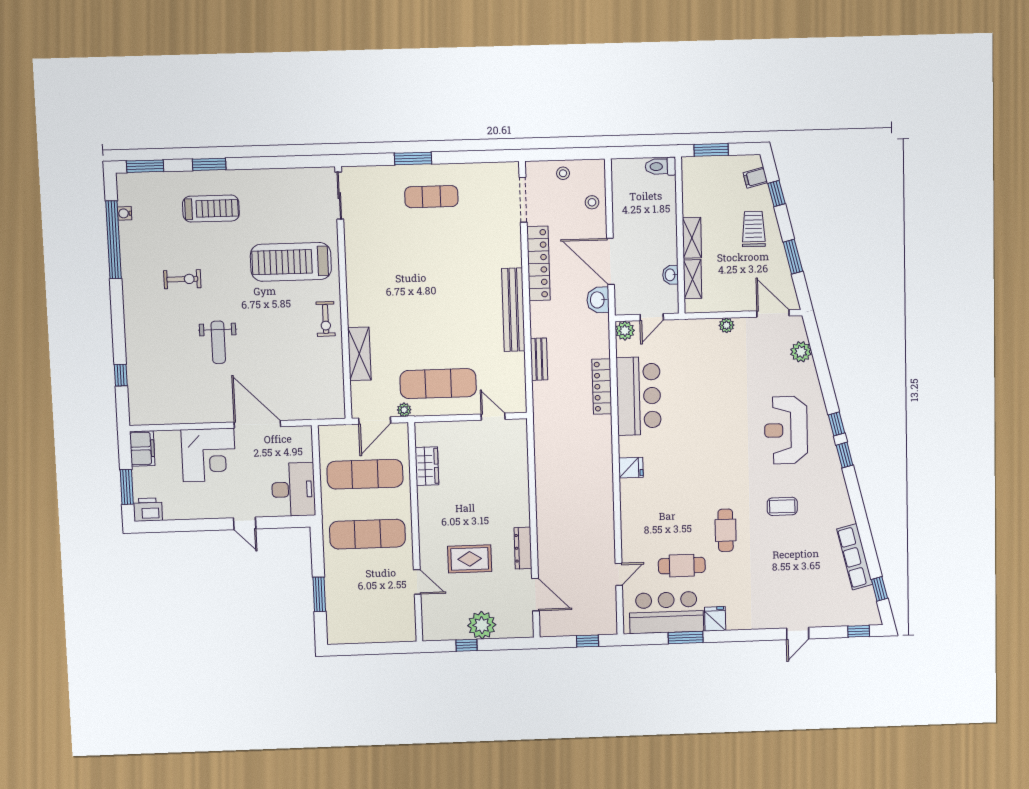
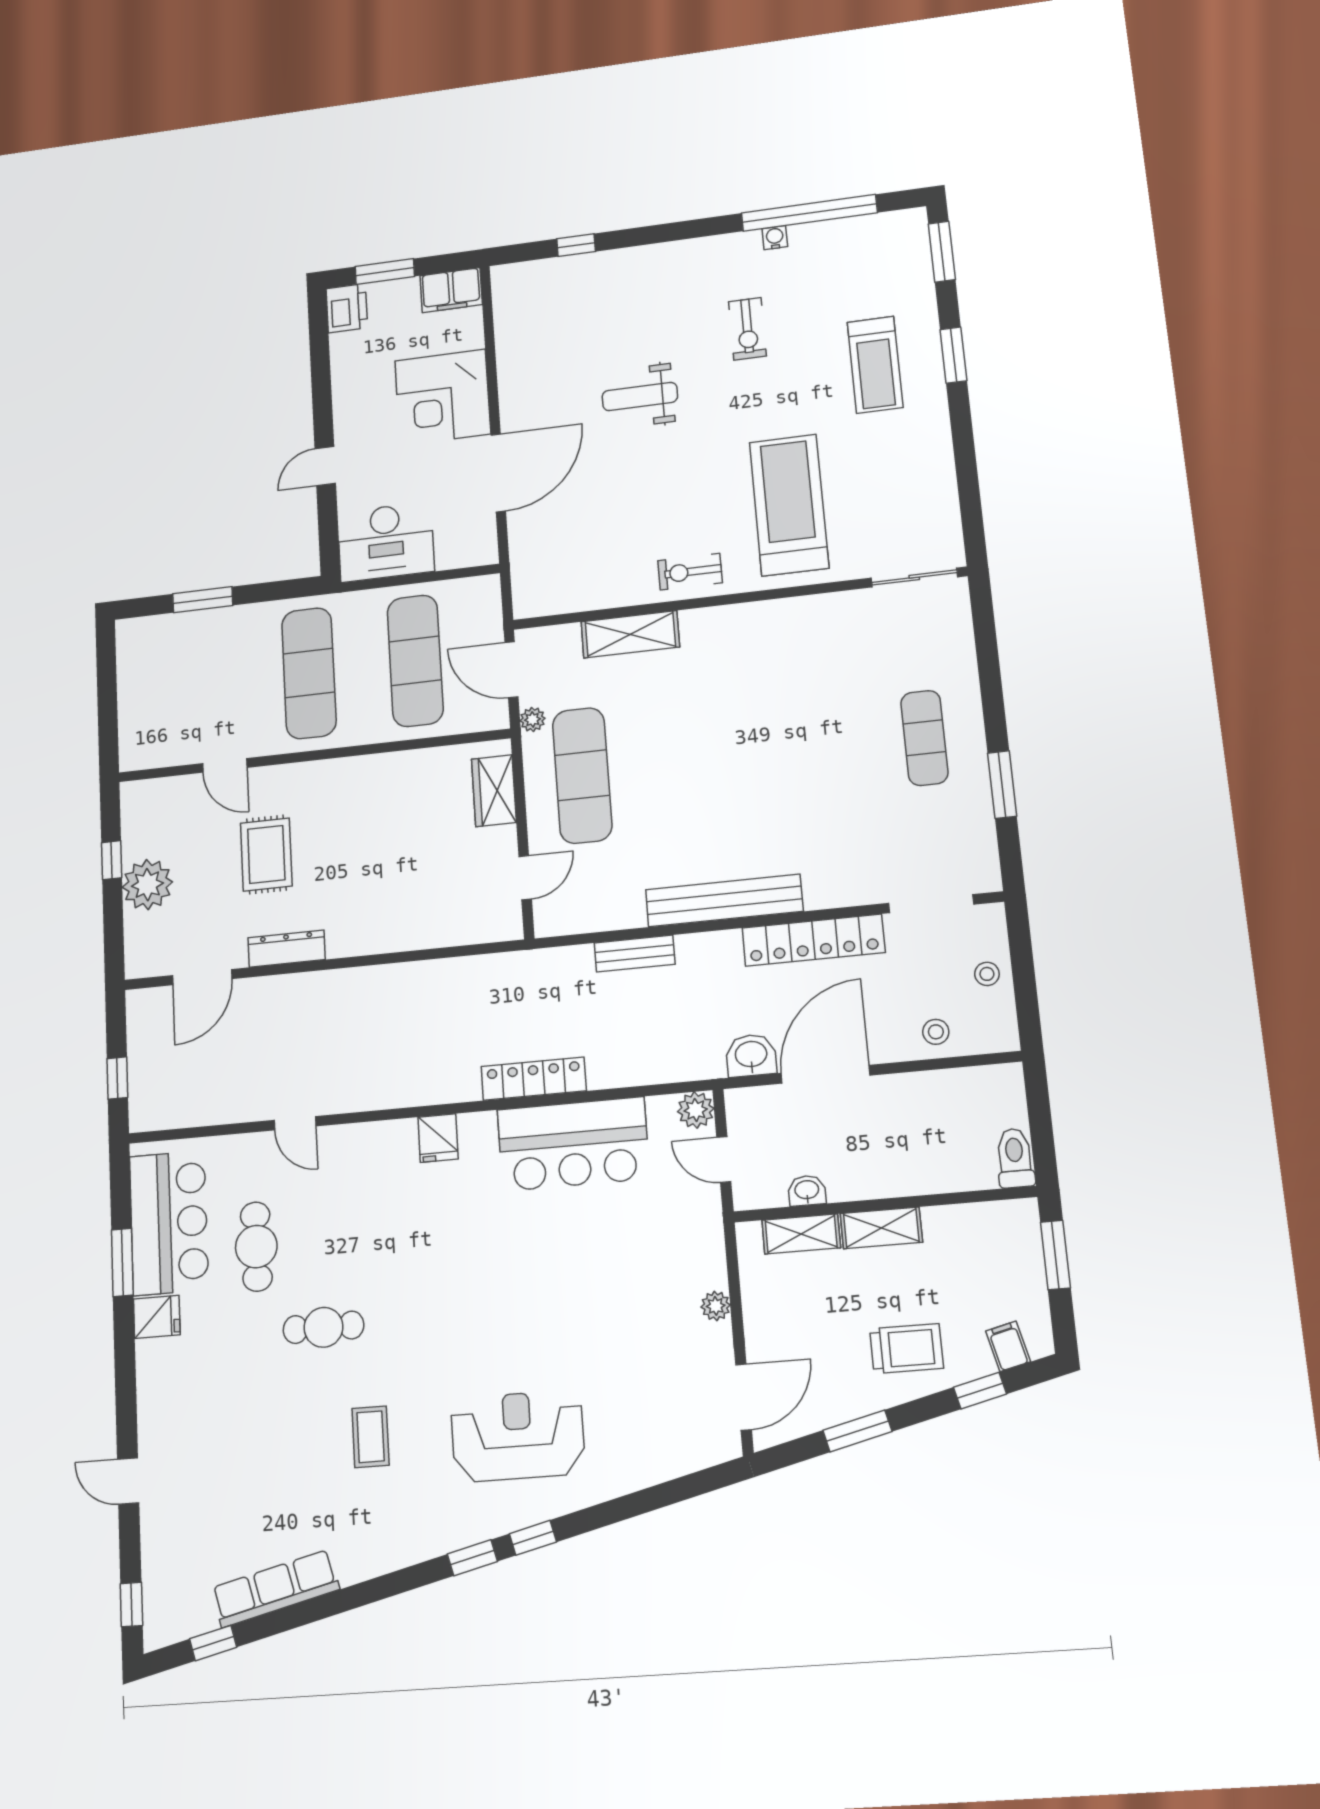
window: (413, 158) -> (1002, 785), moved
water cooler: (125, 213) -> (775, 238), moved
plant: (801, 352) -> (671, 1457), removed
locker: (602, 387) -> (534, 1079), moved
wardrobe: (427, 466) -> (494, 791), moved, turned 90
door: (619, 574) -> (295, 1123), moved
door: (417, 582) -> (225, 765), hinge flipped

